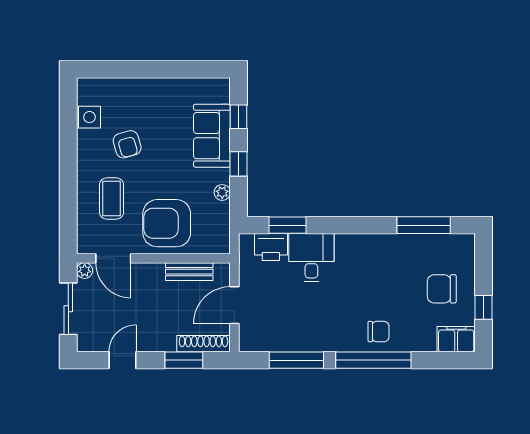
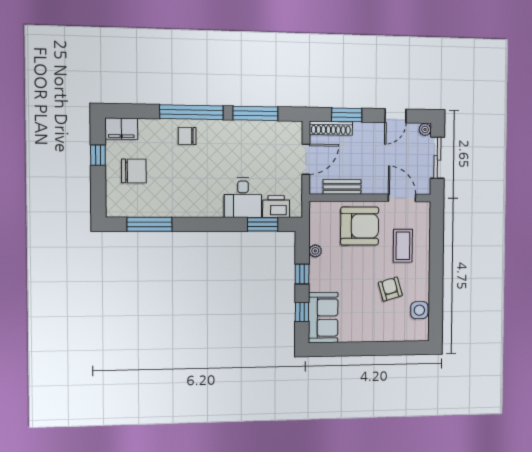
sofa: (212, 136) -> (323, 318), moved
plant: (85, 271) -> (425, 129), moved

